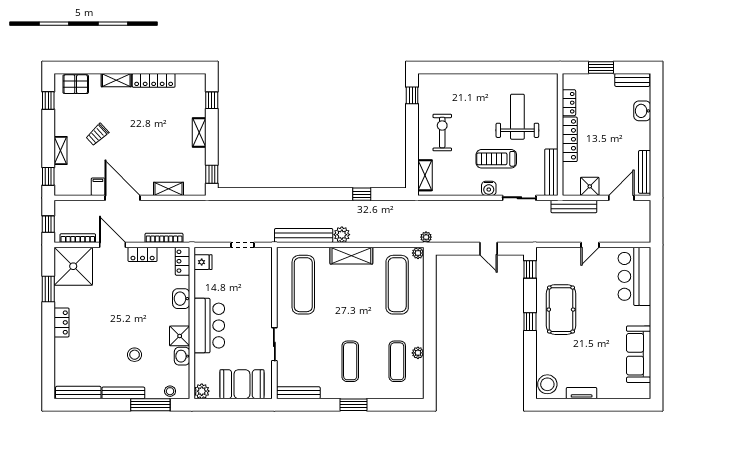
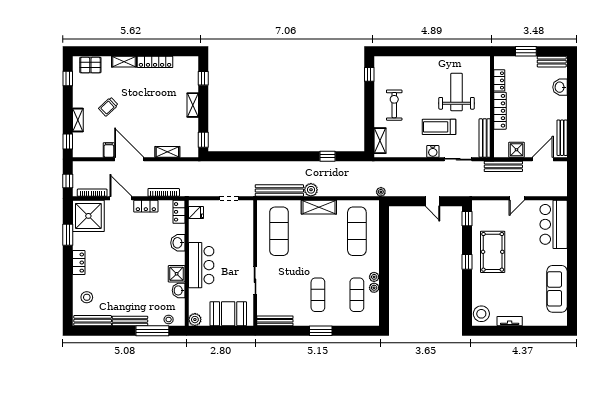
plant: (418, 253) -> (374, 277), moved
stool: (135, 355) -> (87, 297), moved

